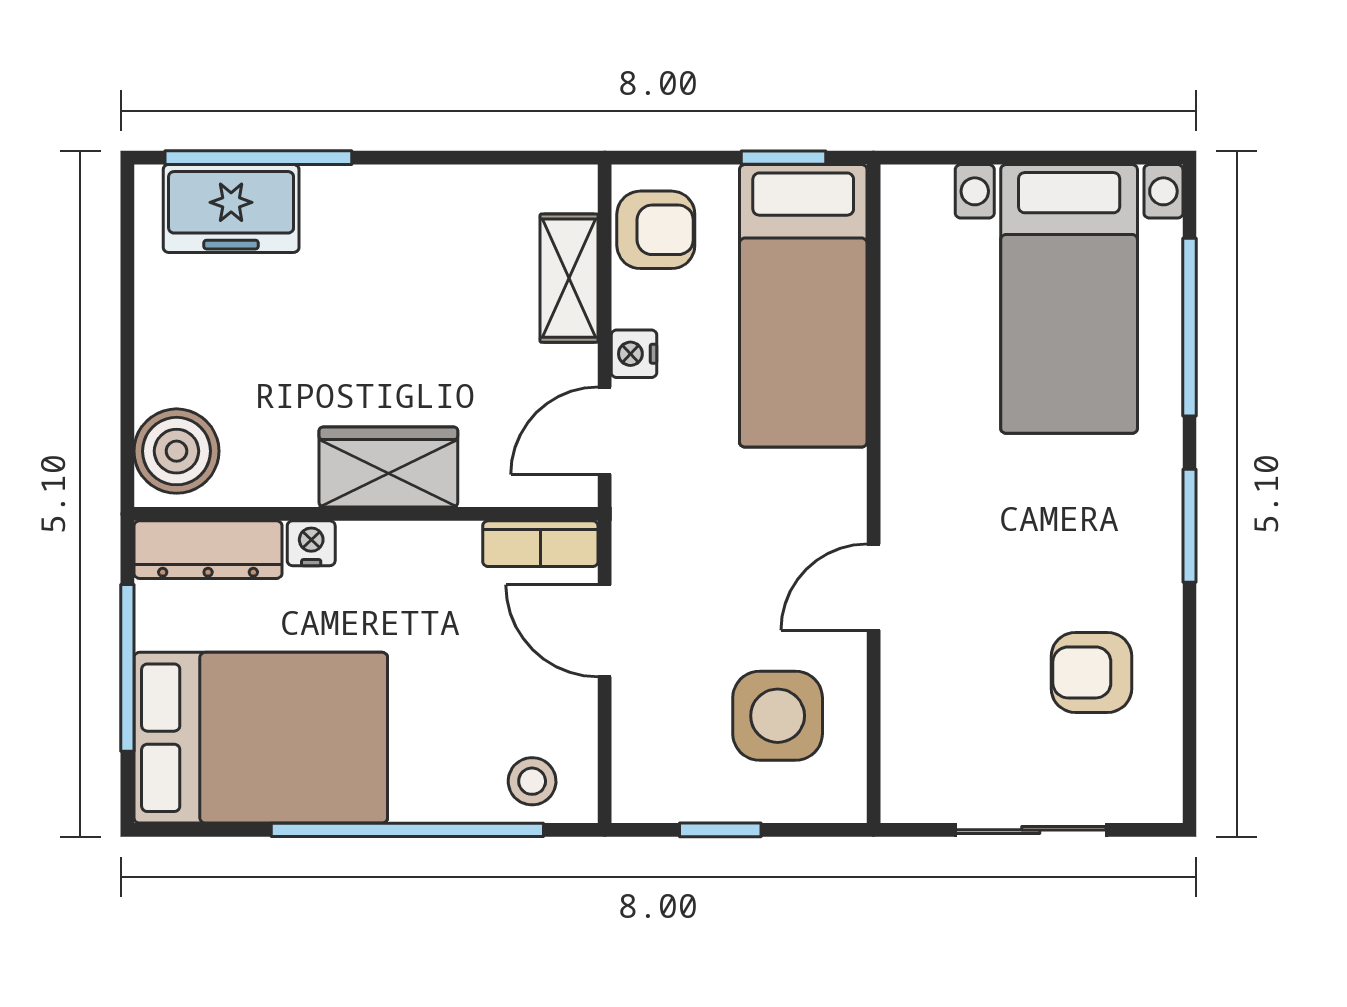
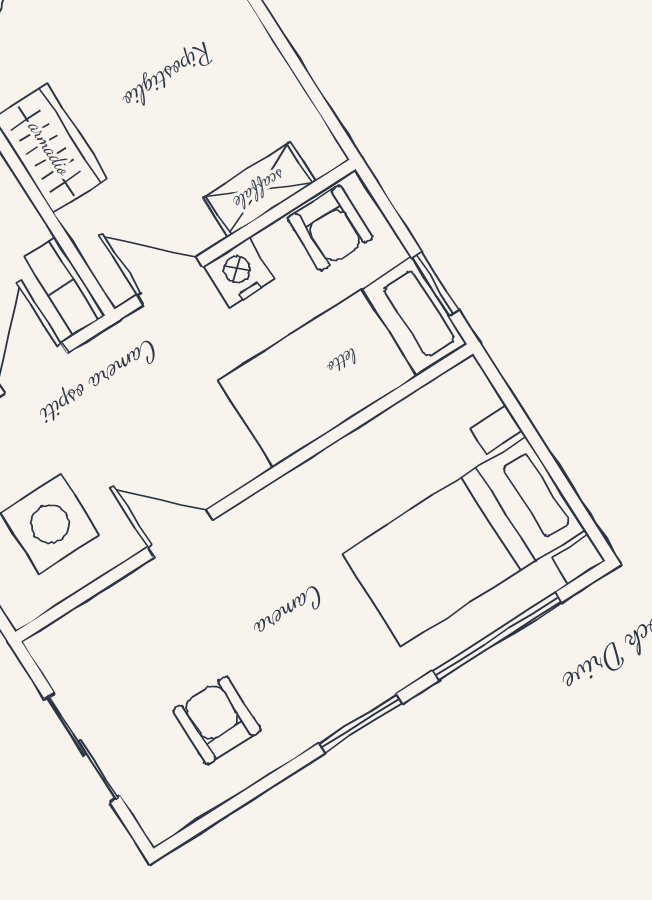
nightstand: (634, 354) -> (239, 273), width x1.39, depth x1.35

